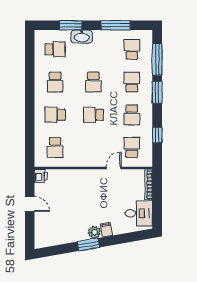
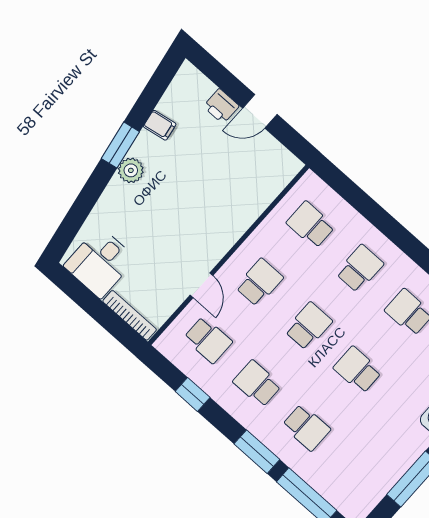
school desk: (132, 49) -> (259, 282), moved, turned -90
printer: (41, 176) -> (221, 106), moved
filing cabinet: (106, 230) -> (160, 125), moved

